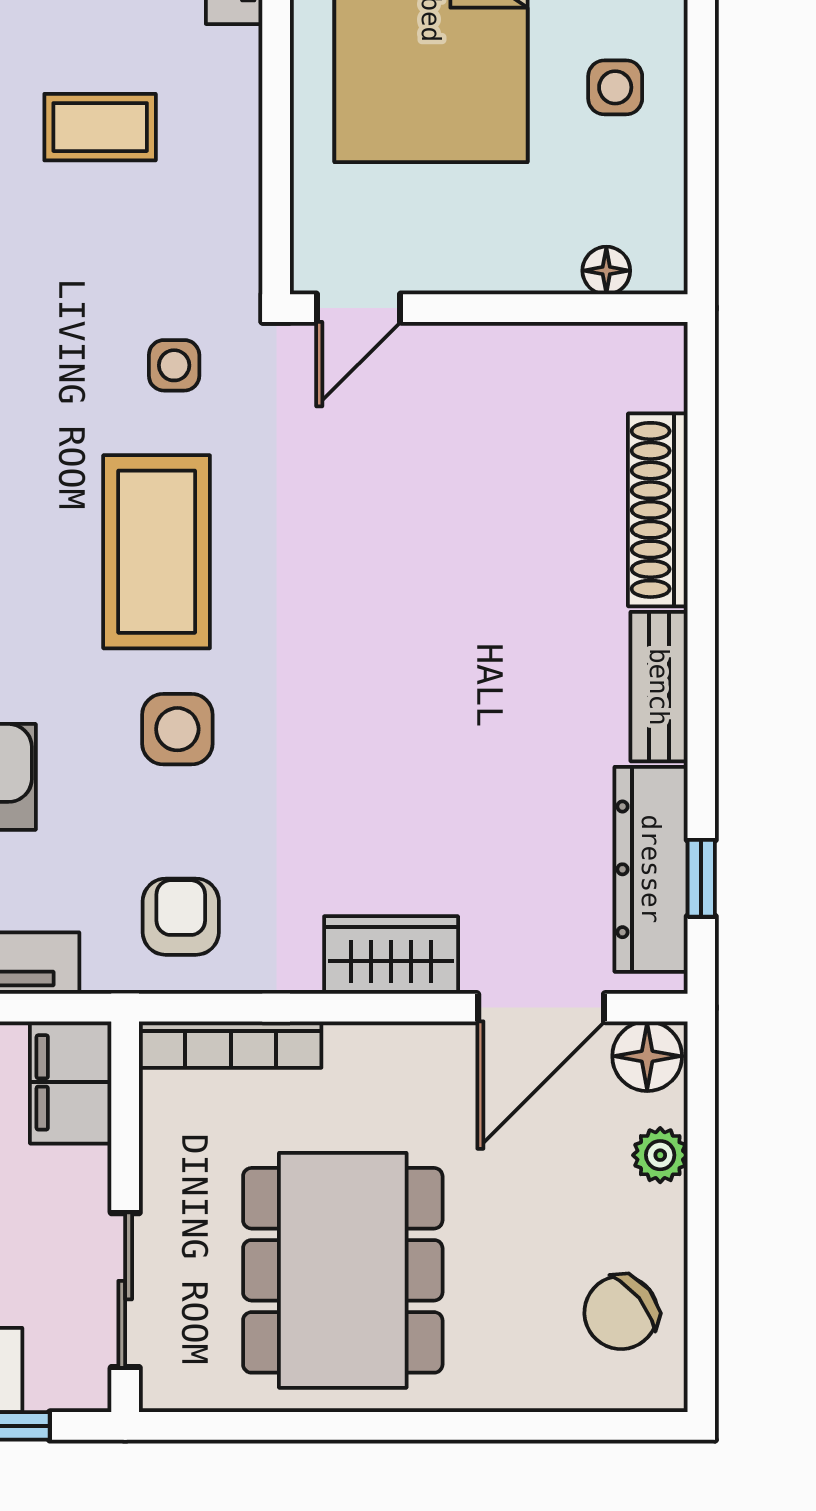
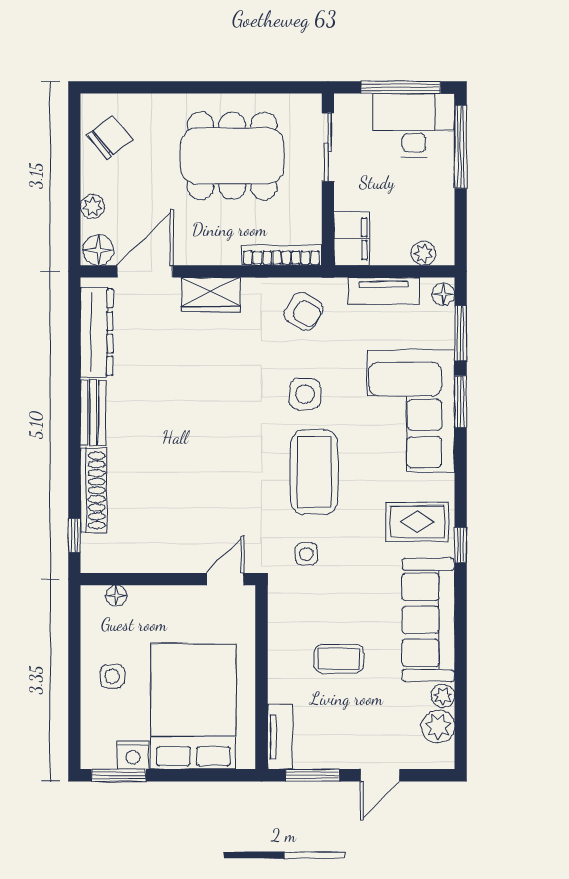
window: (701, 878) -> (74, 535), moved
armchair: (181, 917) -> (303, 311), turned -58
dining table: (343, 1270) -> (232, 156), turned 90

